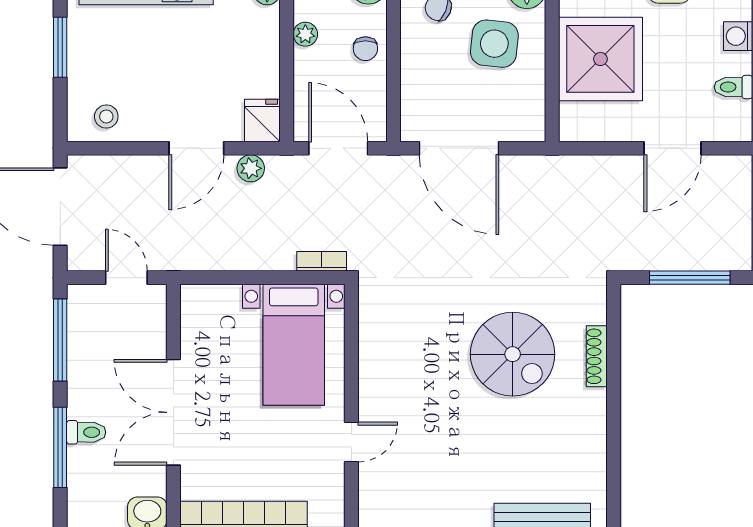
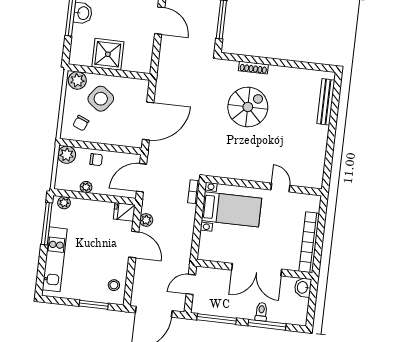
side table: (494, 44) -> (101, 99), turned 31
window: (60, 47) -> (94, 305), moved
shower: (600, 59) -> (108, 54), width x0.73, depth x0.73

